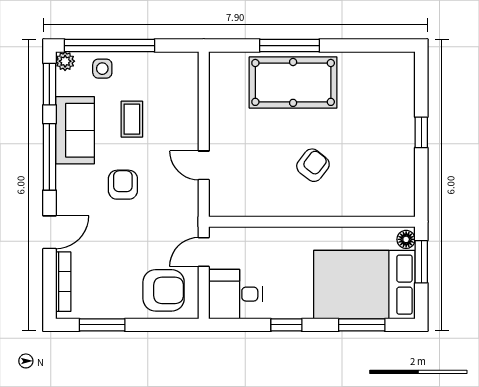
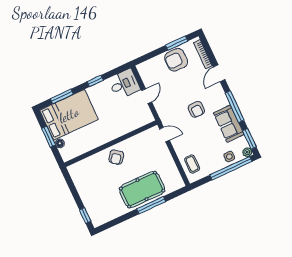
coffee table: (132, 119) -> (192, 164), moved
window: (421, 132) -> (85, 215), moved
wall: (312, 222) -> (111, 144), moved
armchair: (164, 290) -> (176, 60), moved

